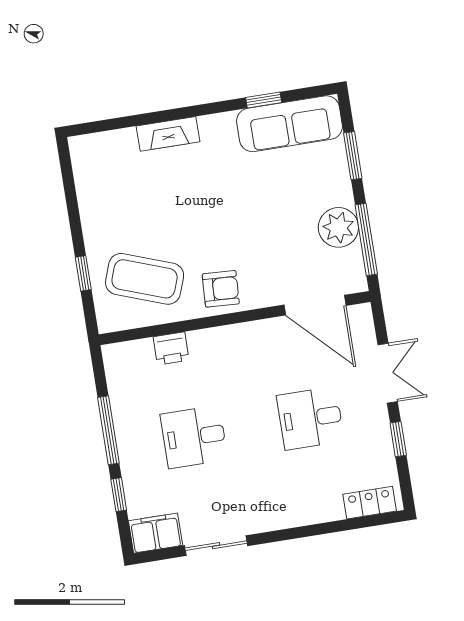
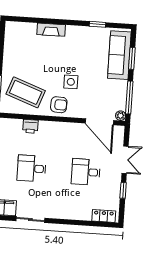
sofa: (290, 124) -> (119, 55), moved, turned 90
plant: (338, 227) -> (121, 116), moved, width x0.53, depth x0.53
side table: (235, 235) -> (71, 82), added

